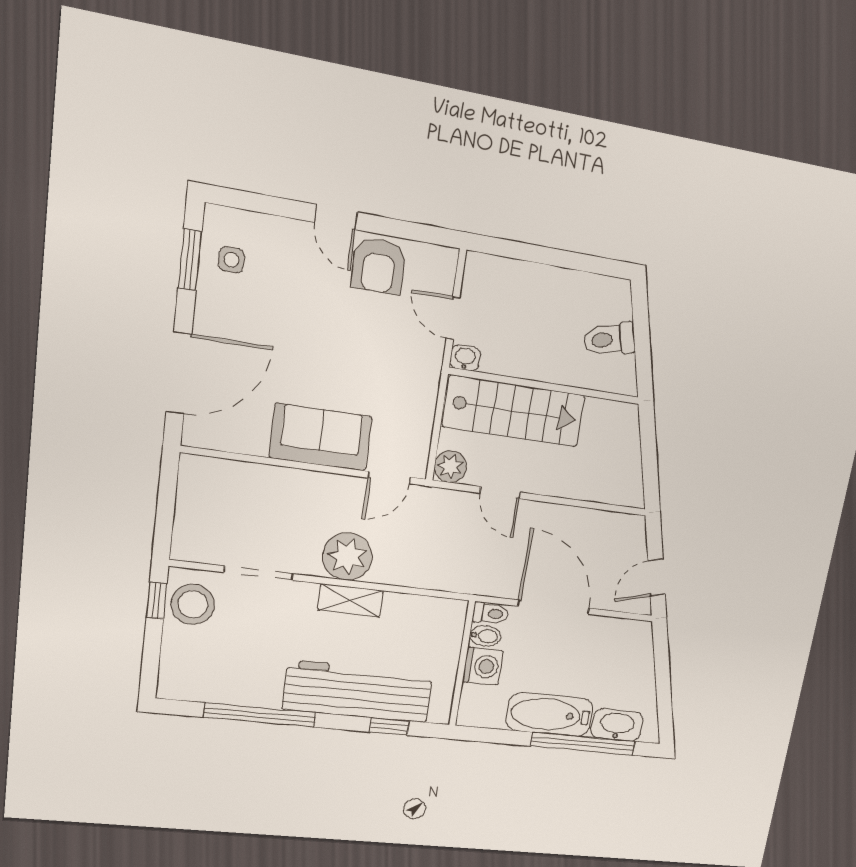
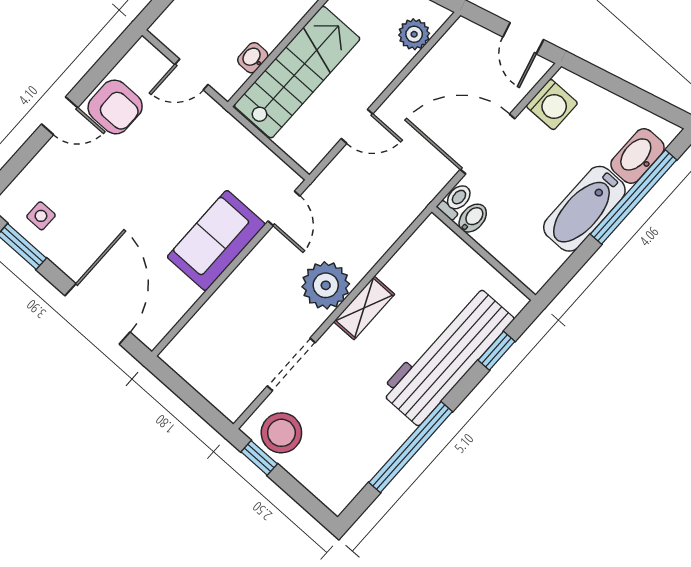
washbasin: (465, 358) -> (253, 58), moved
plant: (450, 467) -> (414, 34), moved
washing machine: (483, 666) -> (552, 104), moved, turned 90

